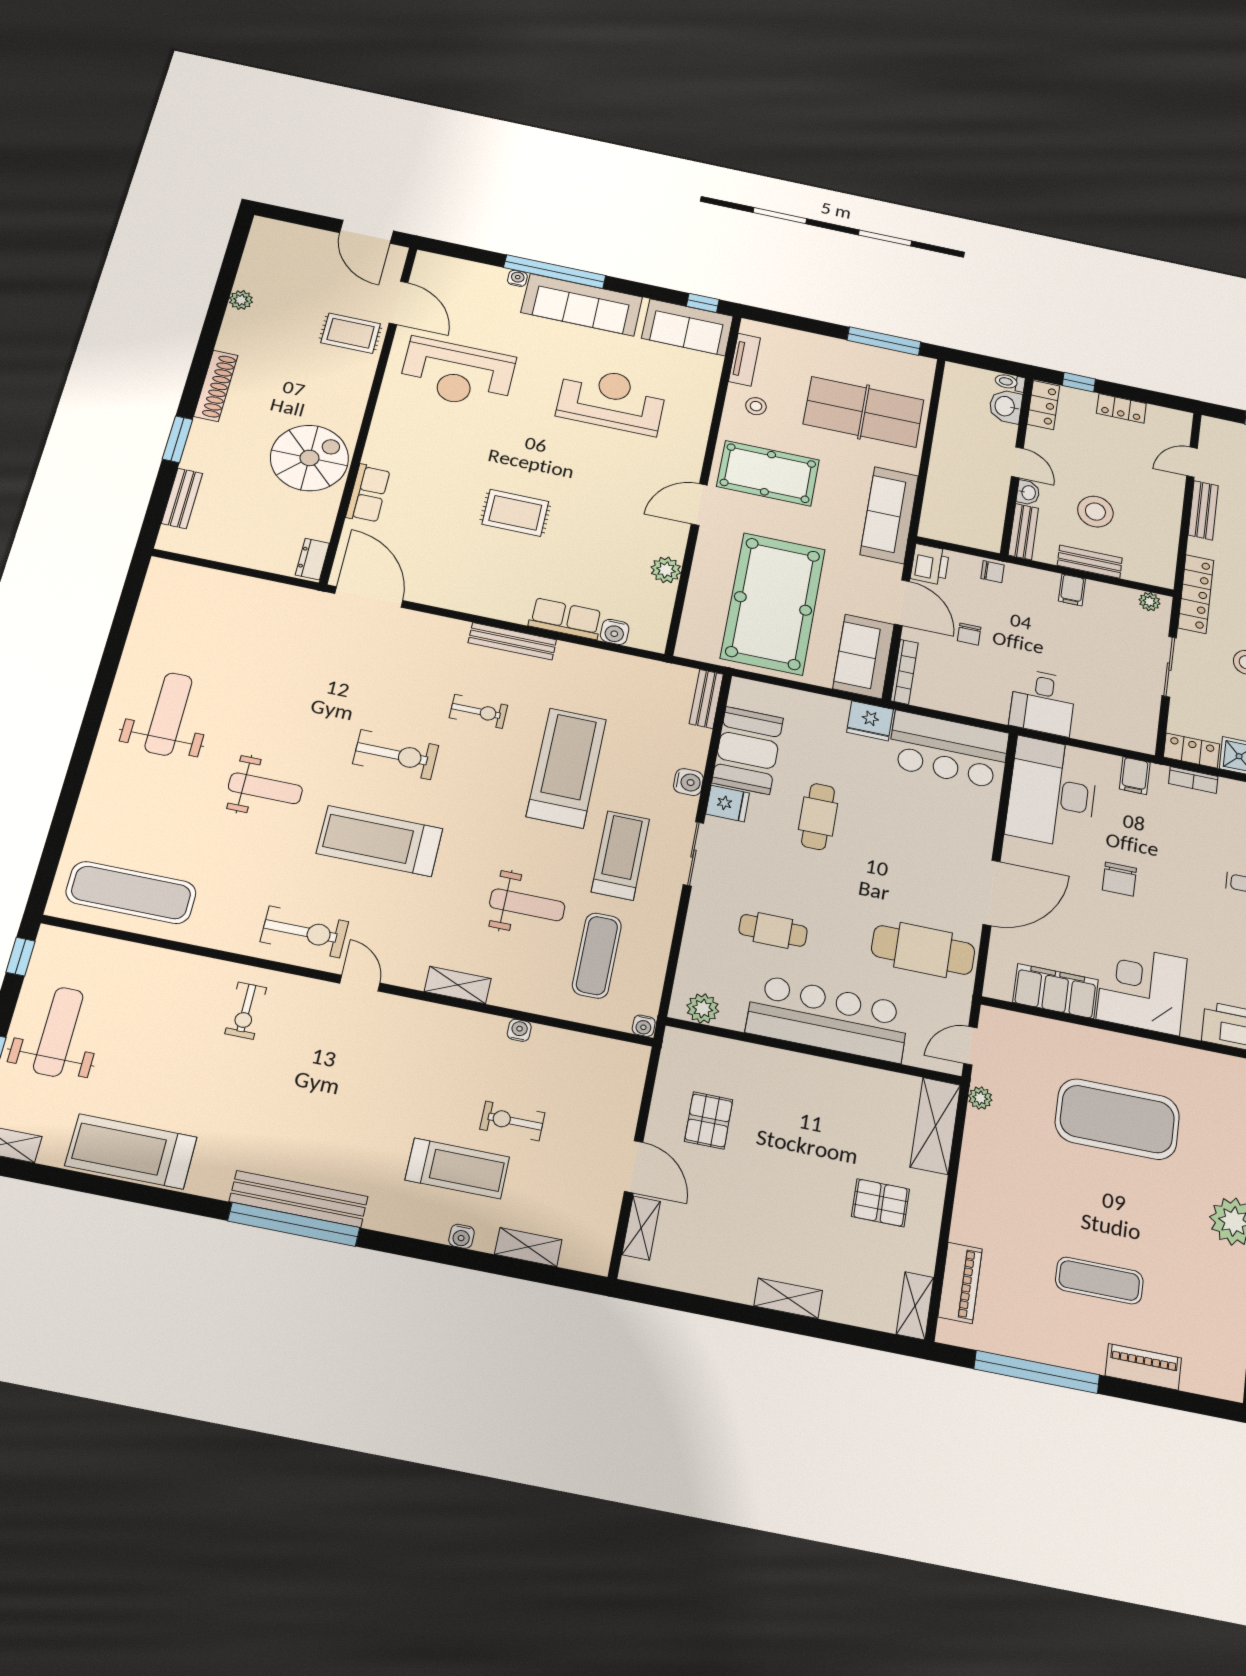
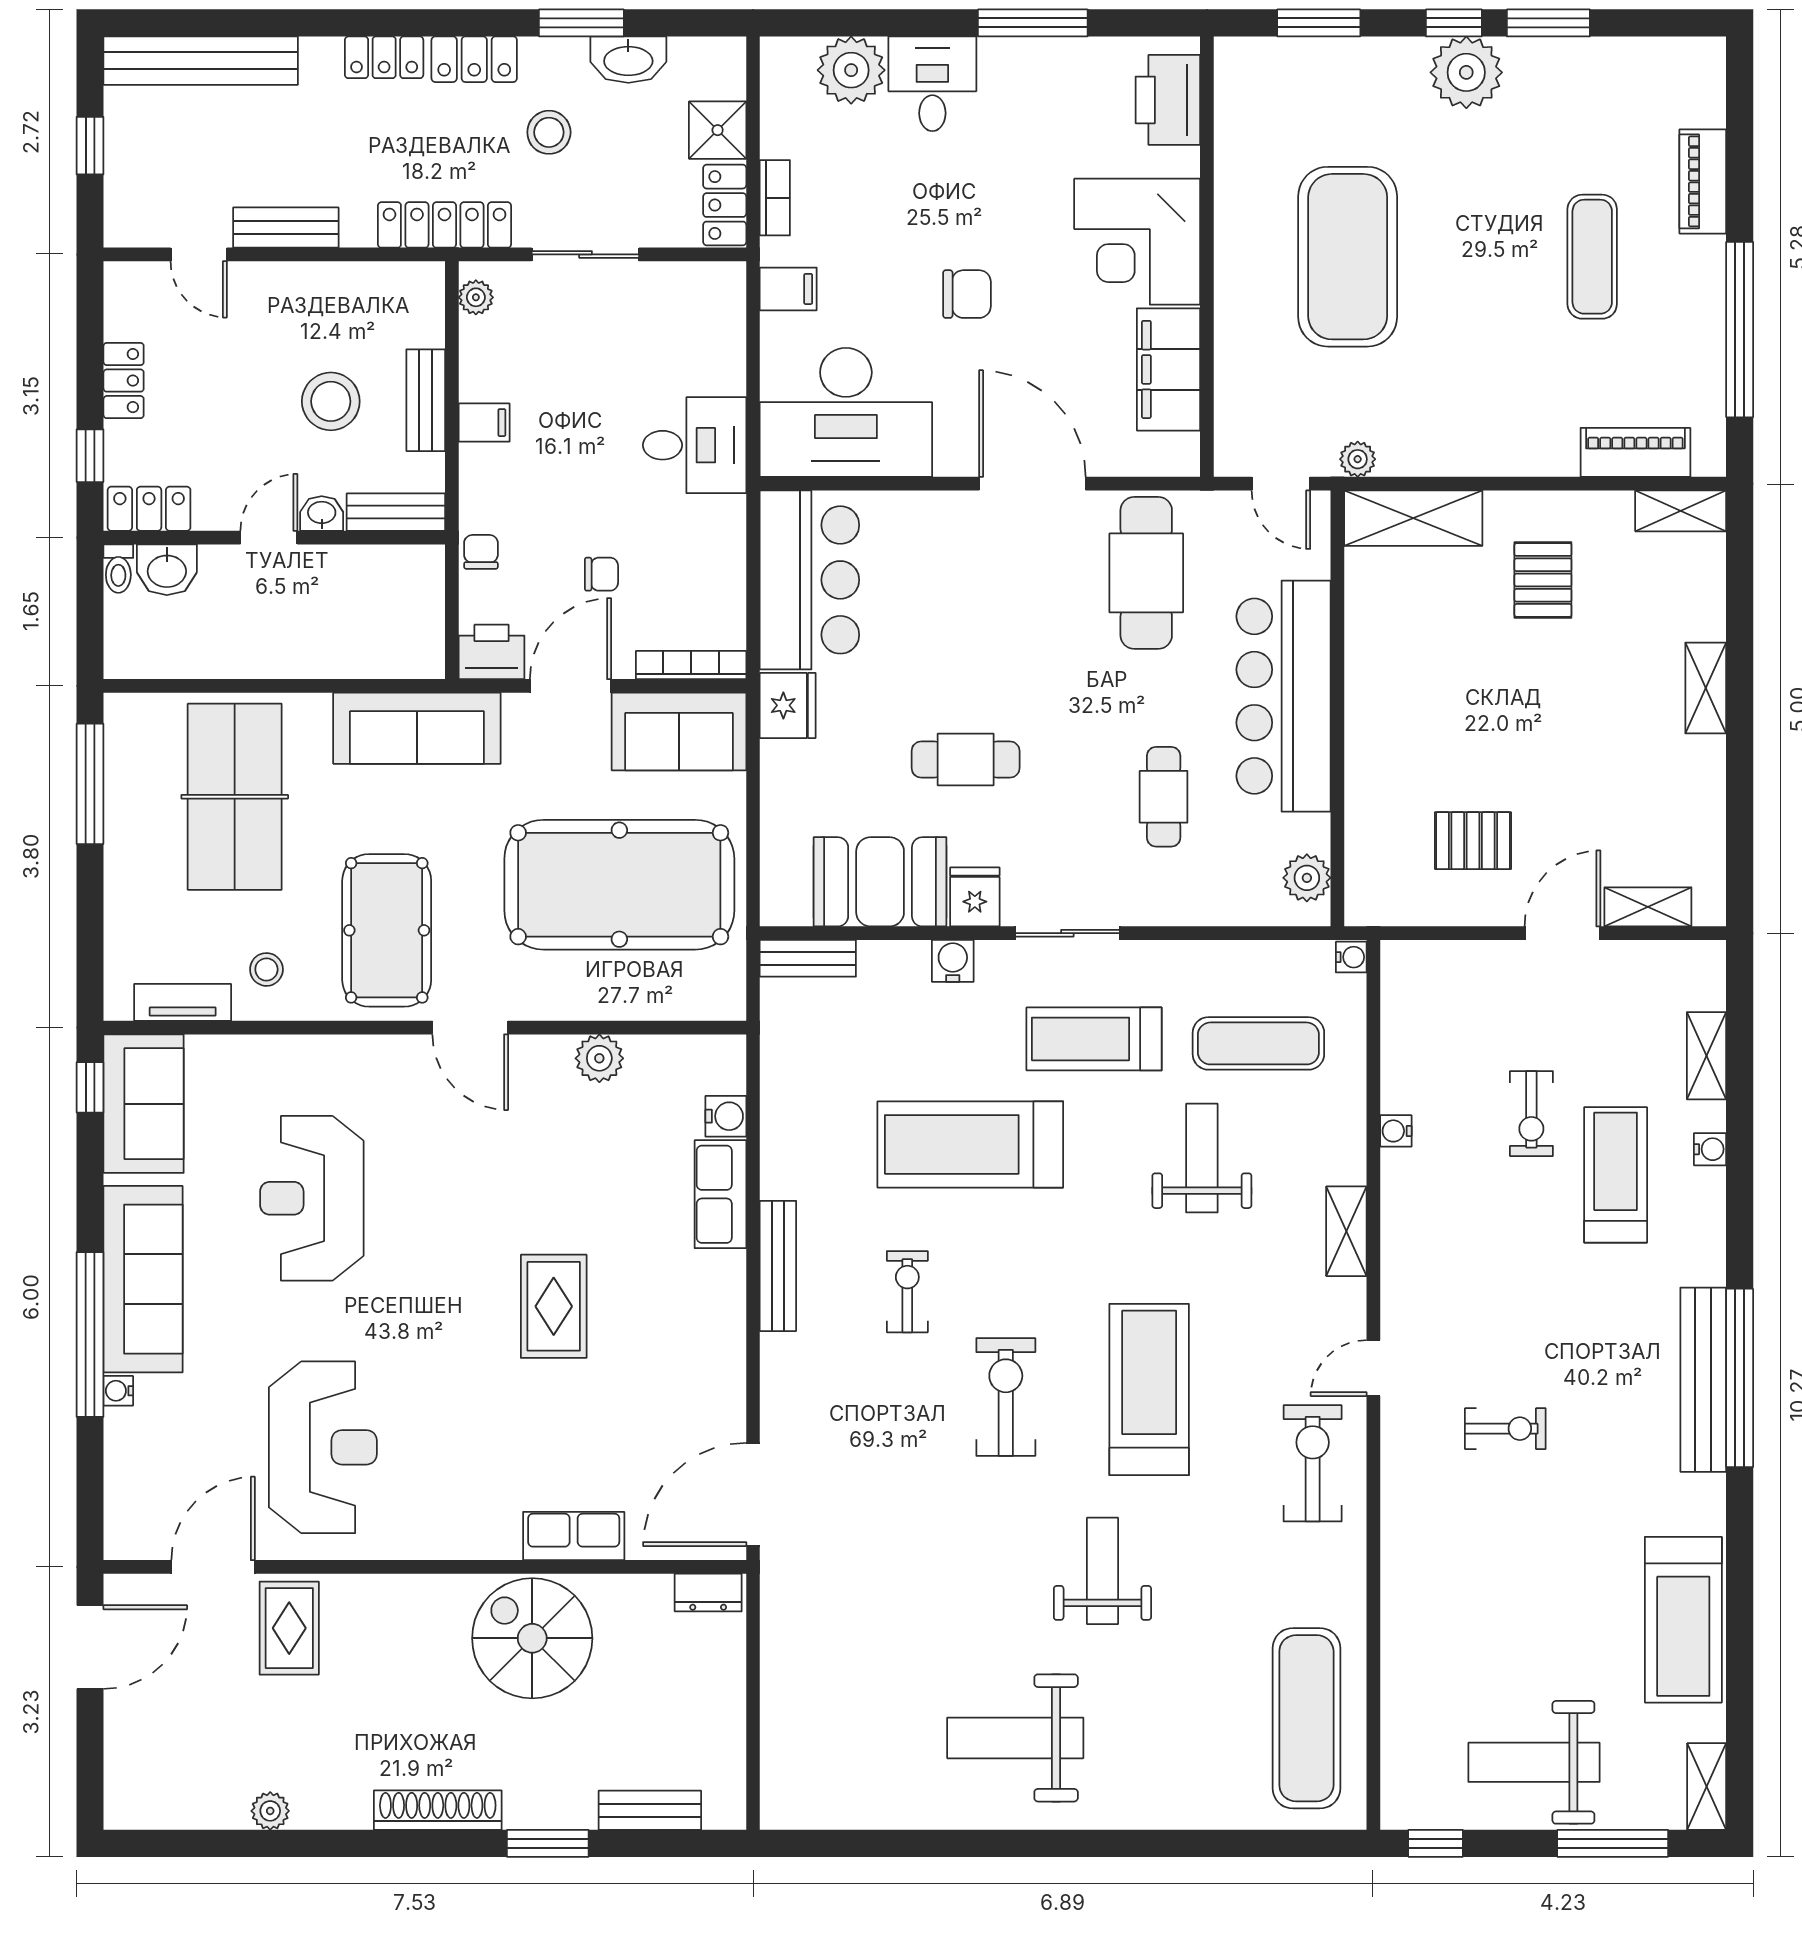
treadmill: (380, 841) -> (1149, 1389), turned 180
exercise bike: (246, 1011) -> (1505, 1429), moved

